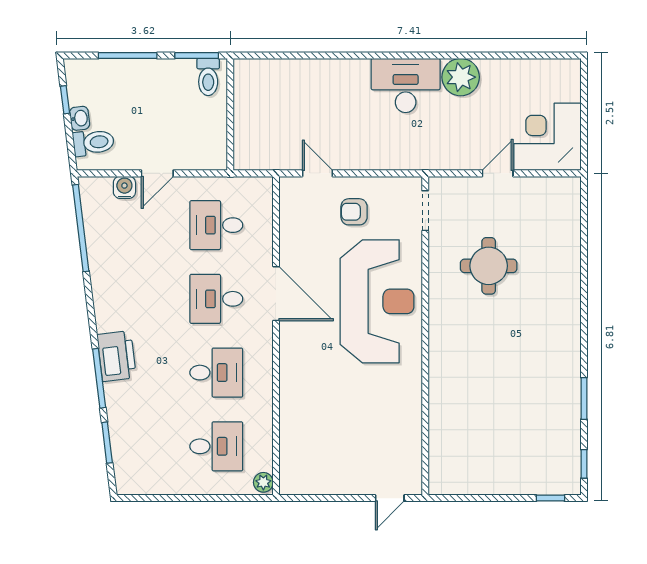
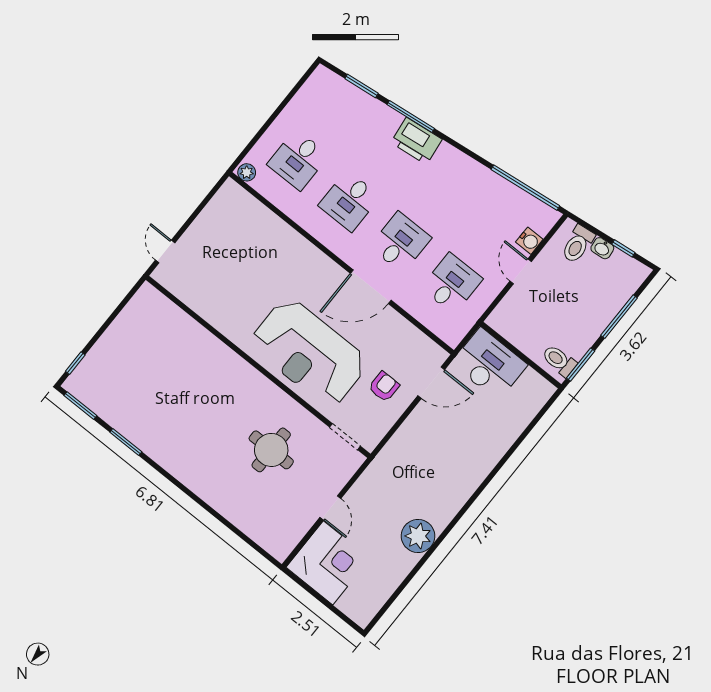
desk: (406, 85) -> (489, 364), moved, turned -90
door: (317, 173) -> (431, 383), width x1.38
window: (584, 464) -> (80, 406), width x1.50

